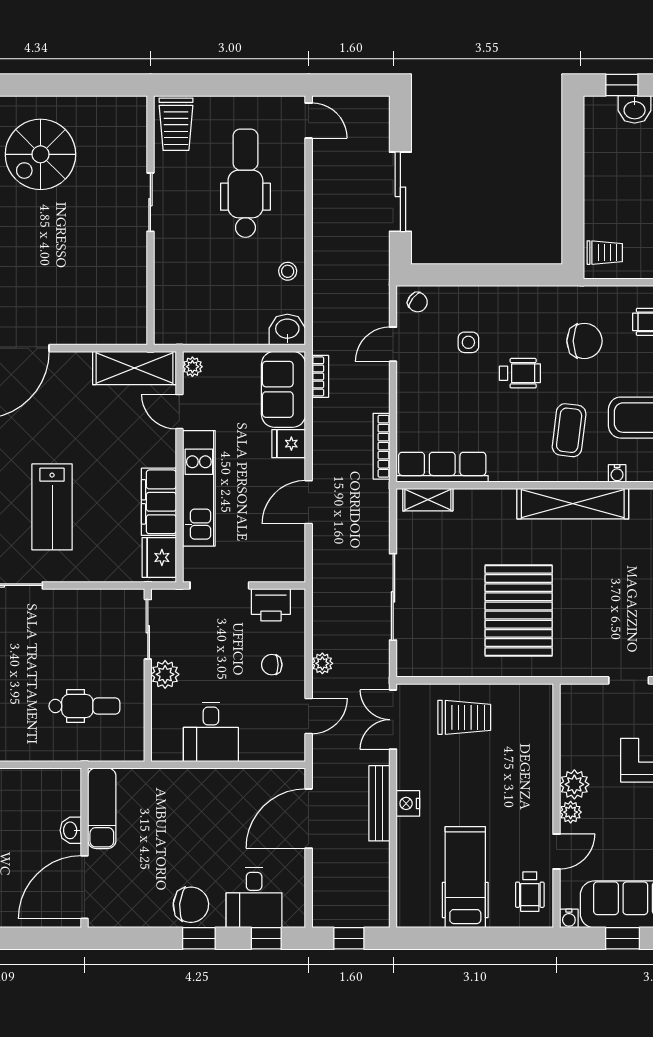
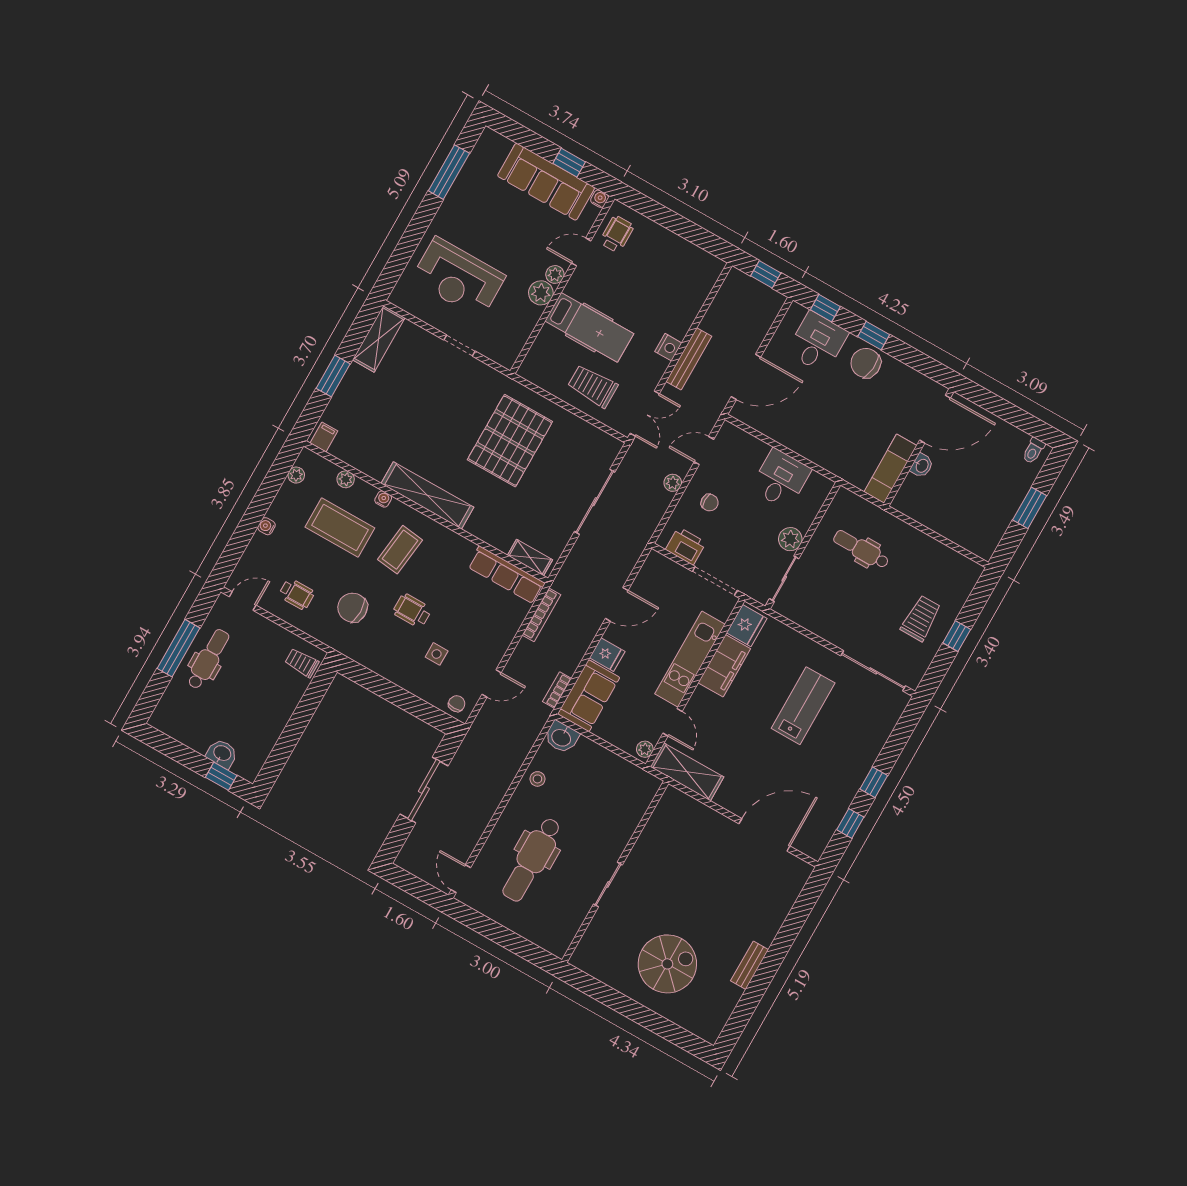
trolley: (176, 124) -> (558, 930), removed
chair: (418, 302) -> (457, 704), turned 53
hospital bed: (465, 877) -> (589, 327), moved, turned -90

